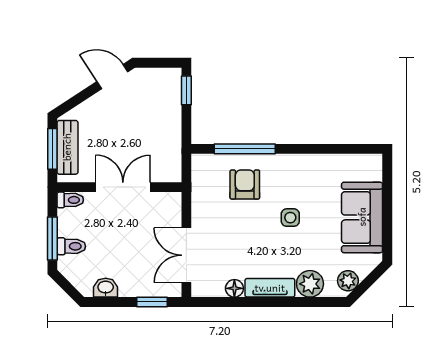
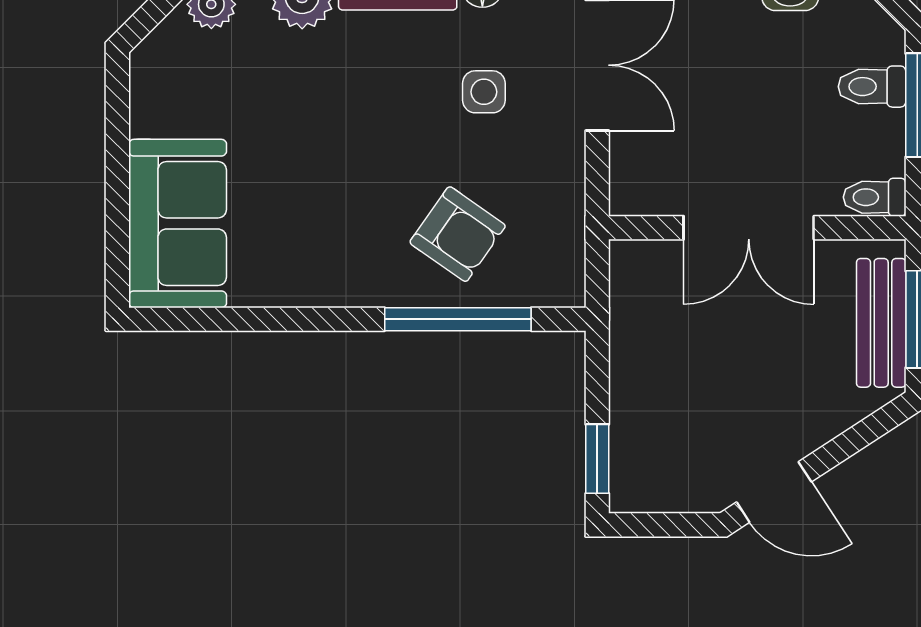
armchair: (245, 185) -> (458, 234), turned -55
sofa: (362, 217) -> (178, 223), moved
side table: (290, 218) -> (484, 92), moved

